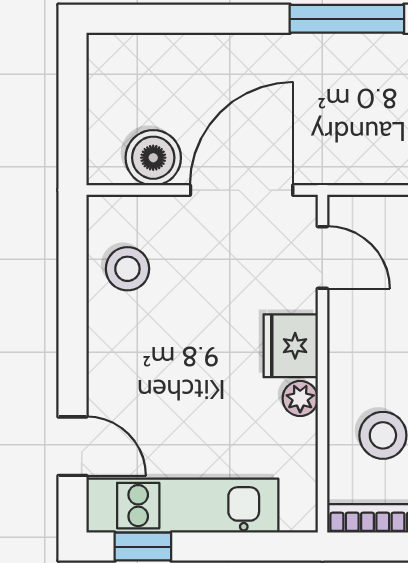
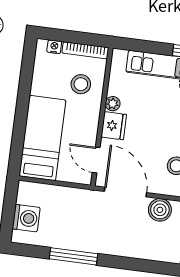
door: (242, 190) -> (126, 192), swing flipped

